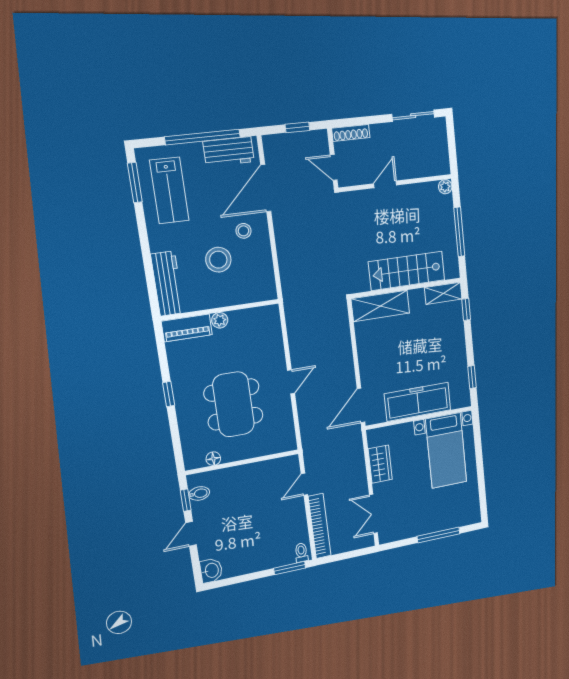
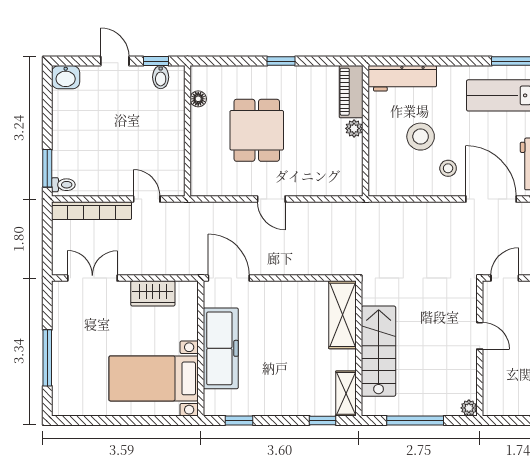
dining table: (234, 404) -> (257, 130), width x0.73

